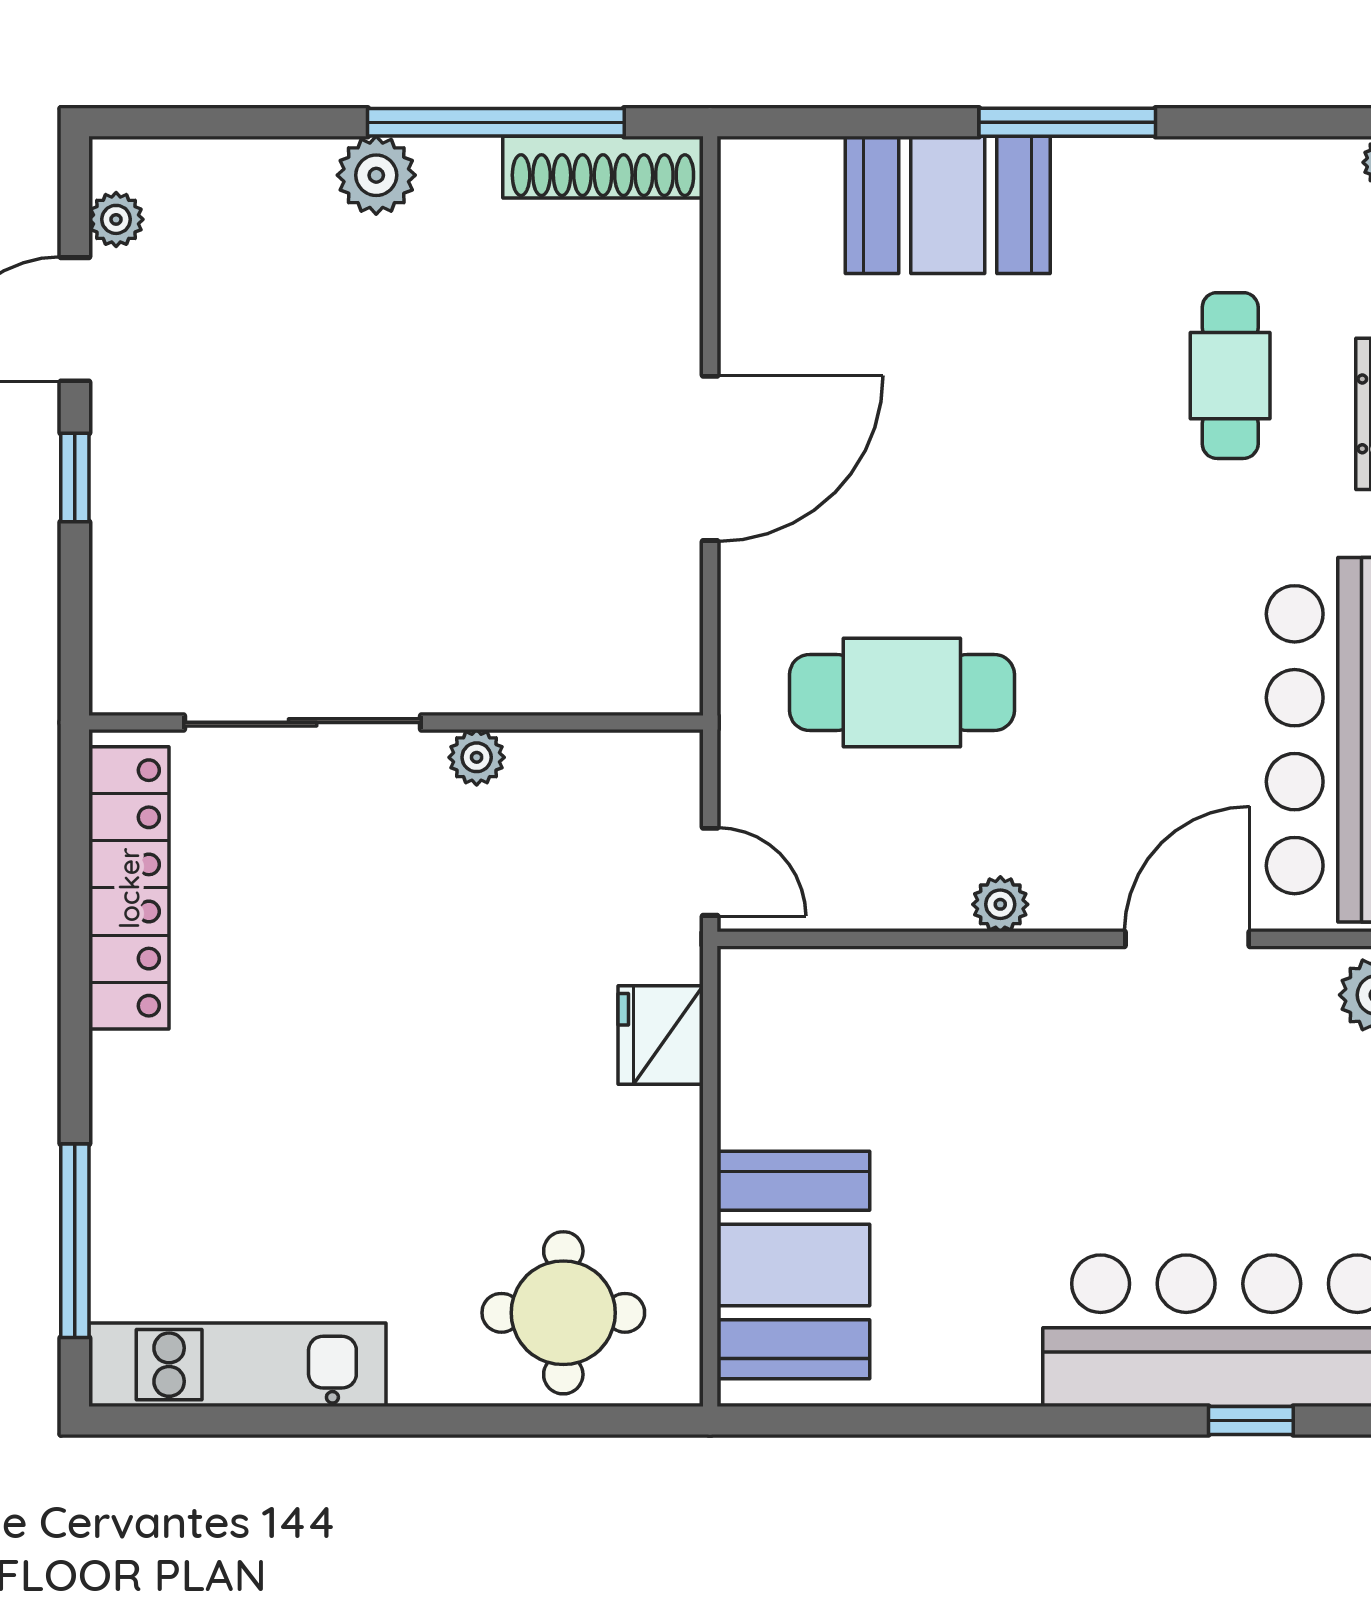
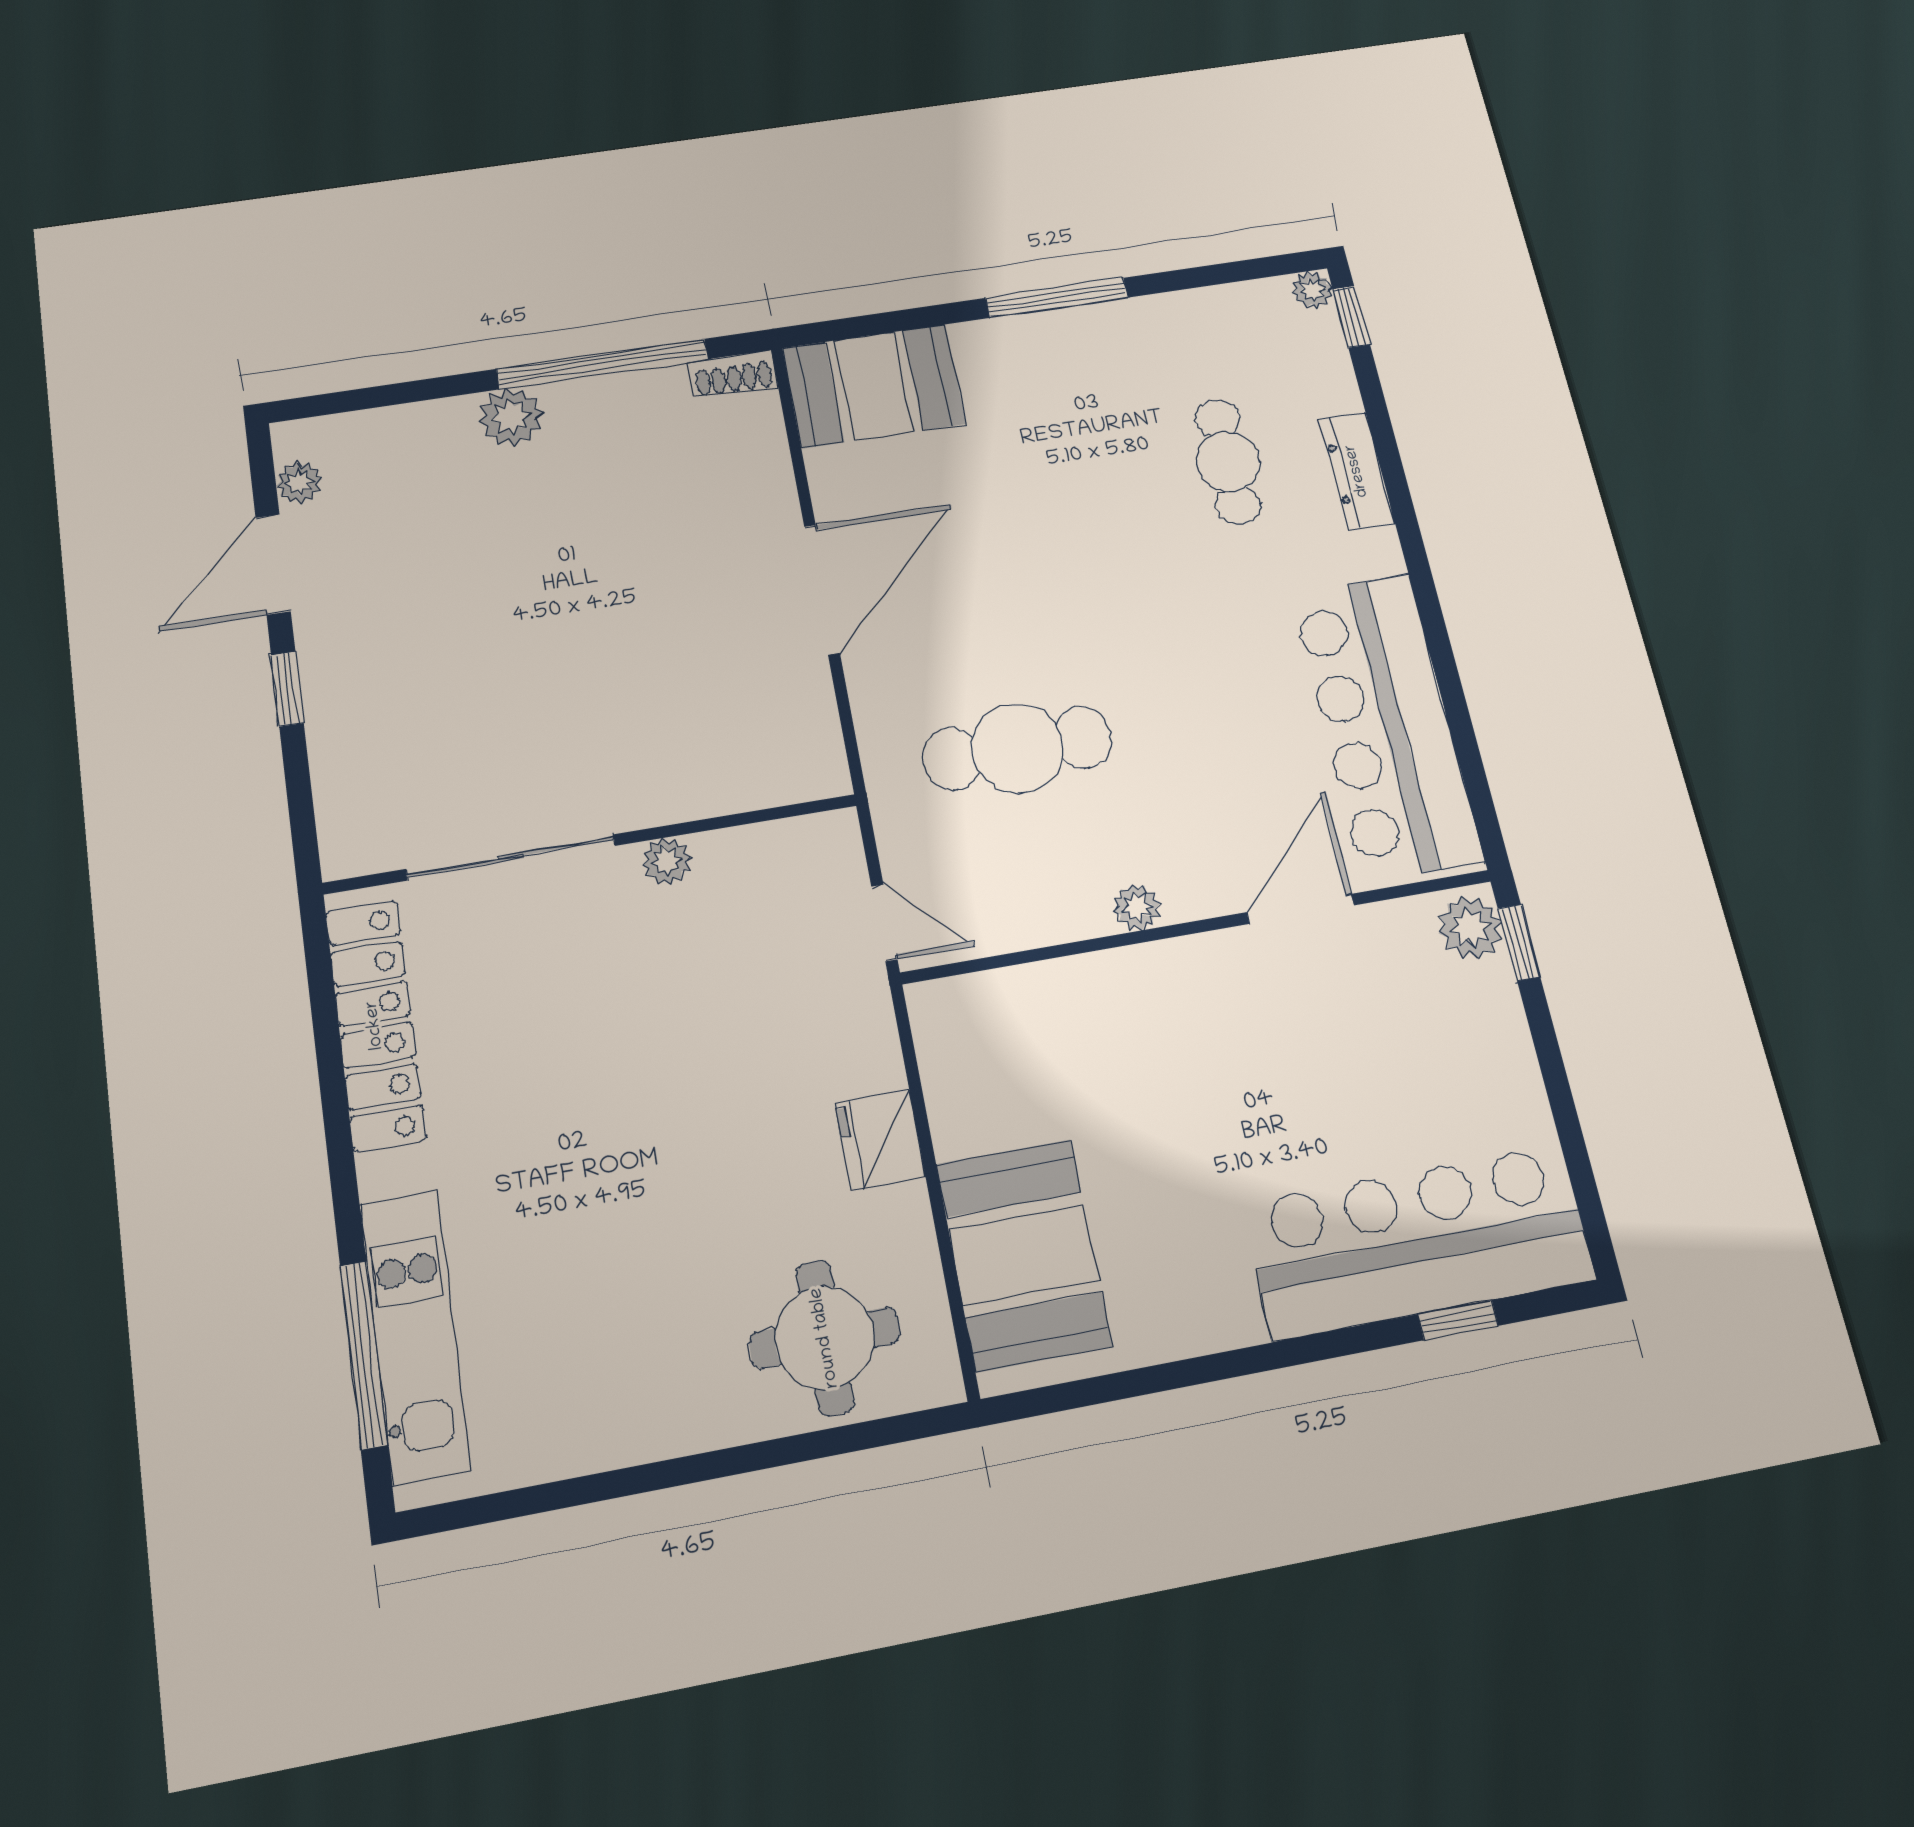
shoe rack: (603, 167) -> (733, 374), width x0.51, depth x0.81
booth: (948, 205) -> (874, 386), moved
fridge: (661, 1035) -> (880, 1140), moved
kitchen unit: (237, 1365) -> (415, 1335), moved, turned 90

